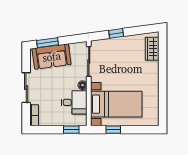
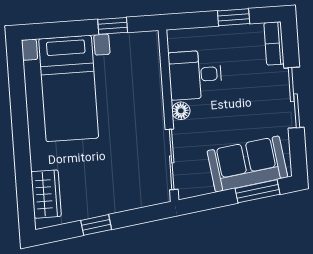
window: (116, 33) -> (96, 225), moved
bed with nightstands: (116, 104) -> (69, 88), moved, turned -90
window: (71, 130) -> (234, 17), moved

